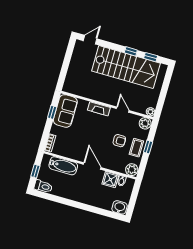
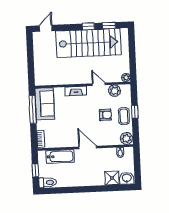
window: (52, 112) -> (33, 109), width x2.17
plant: (145, 123) -> (114, 91), moved
shower: (110, 179) -> (112, 178), moved

